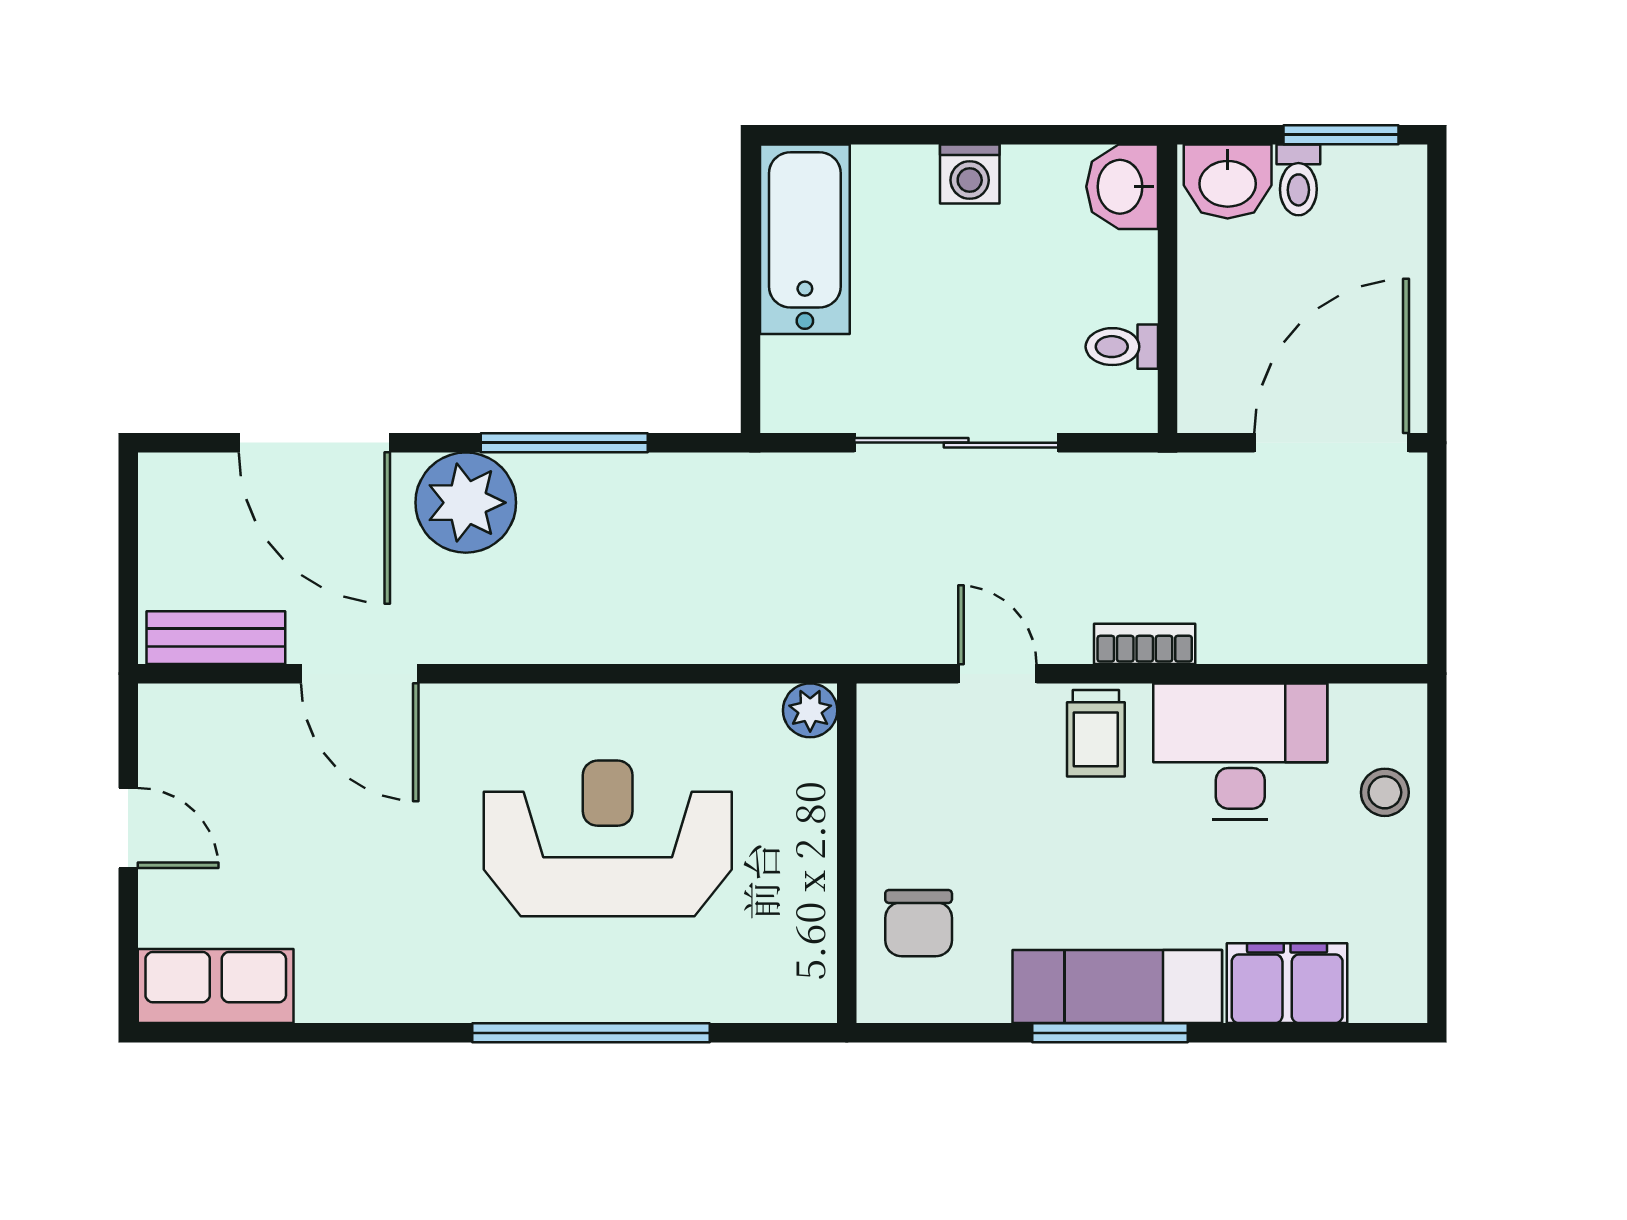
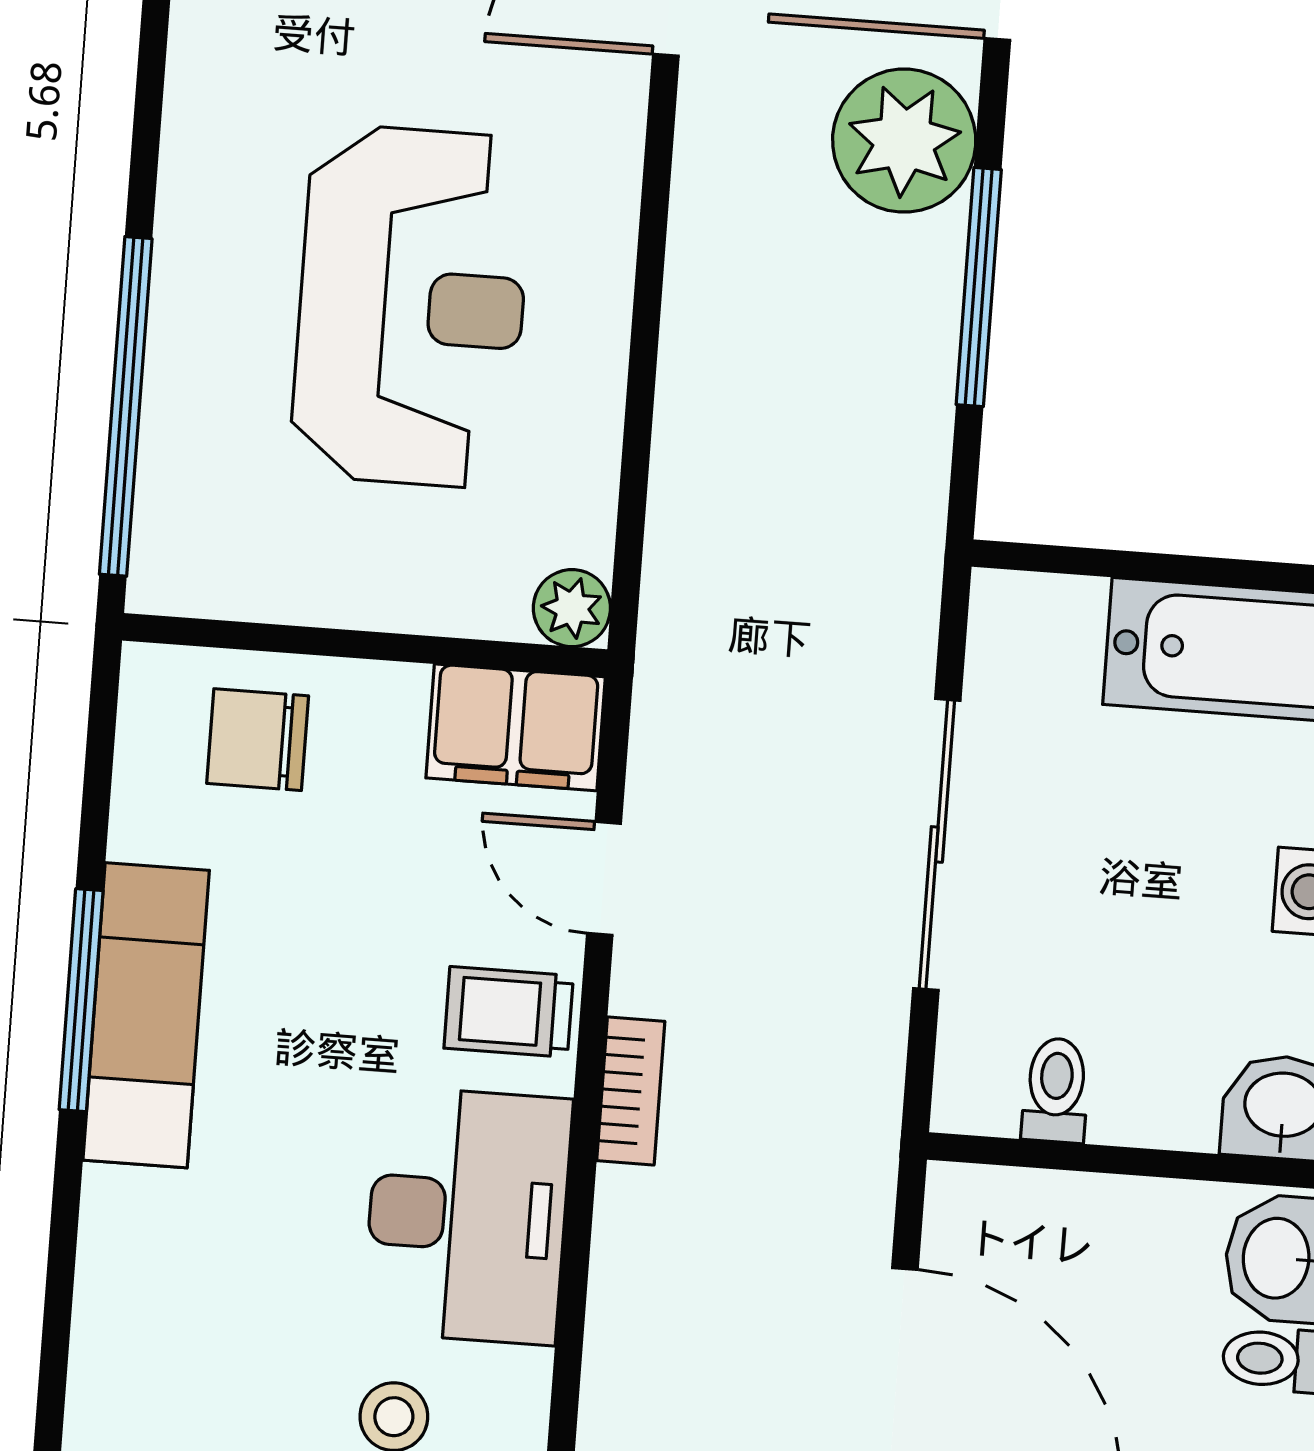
door: (997, 674) -> (604, 878), swing flipped
filing cabinet: (1287, 983) -> (516, 727), moved, turned 90
window: (591, 1033) -> (126, 406), moved

